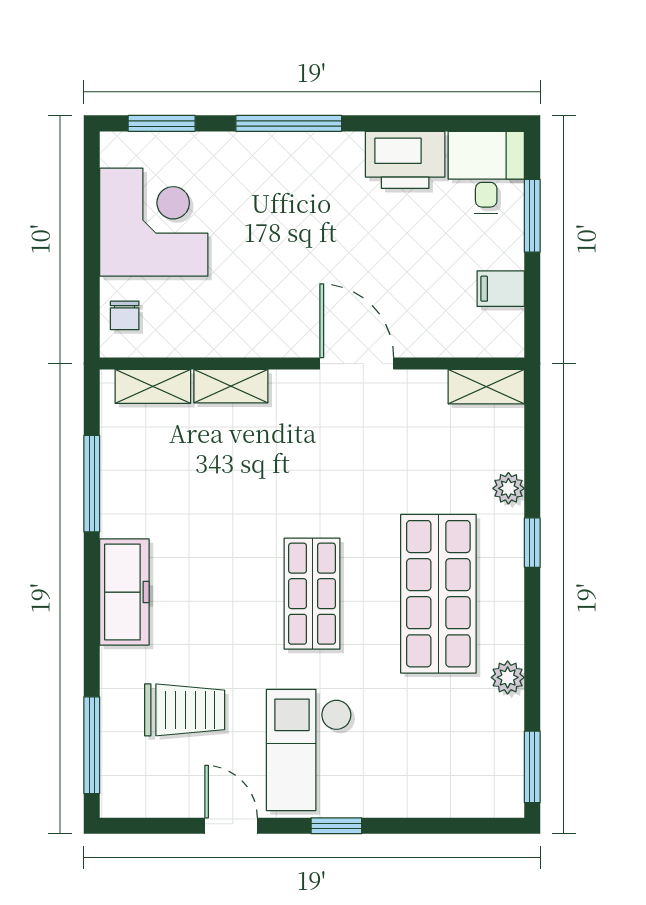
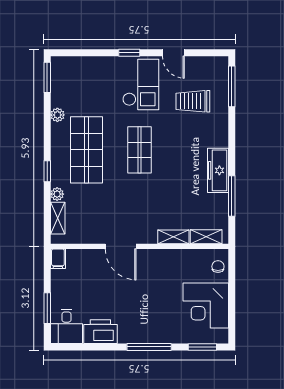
filing cabinet: (501, 289) -> (58, 259), moved, turned 90
shelving: (486, 387) -> (58, 218), moved, turned 90
freezer: (124, 592) -> (218, 170), moved

